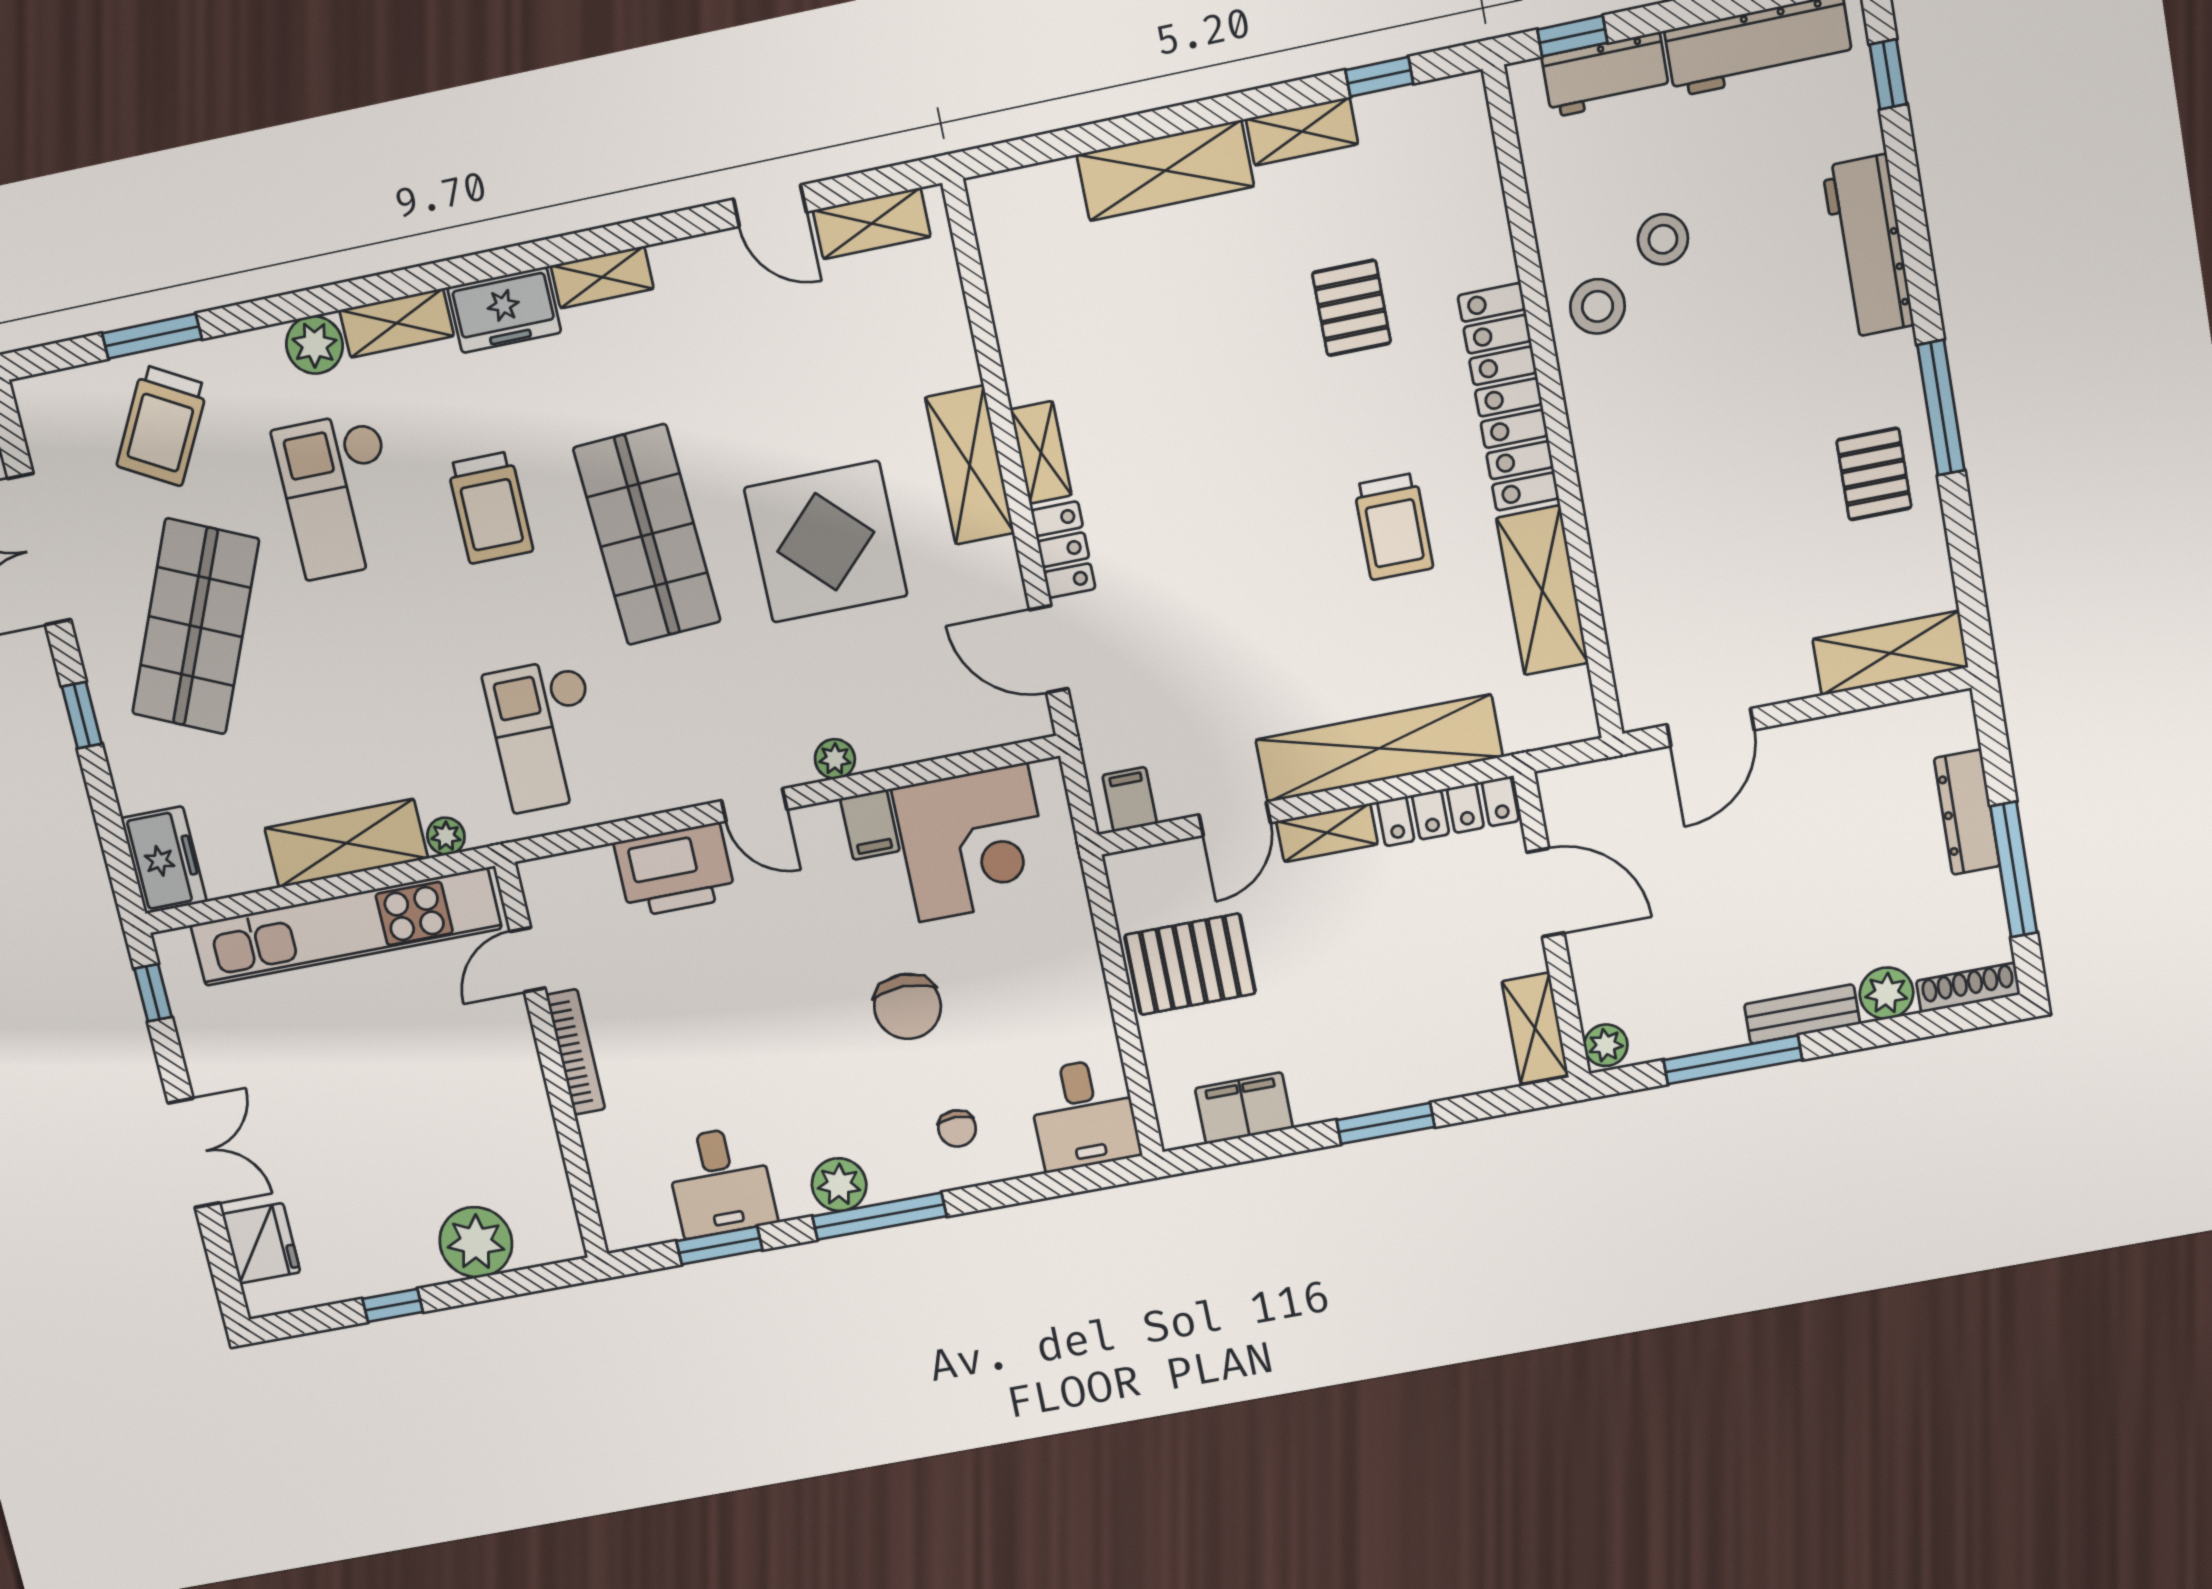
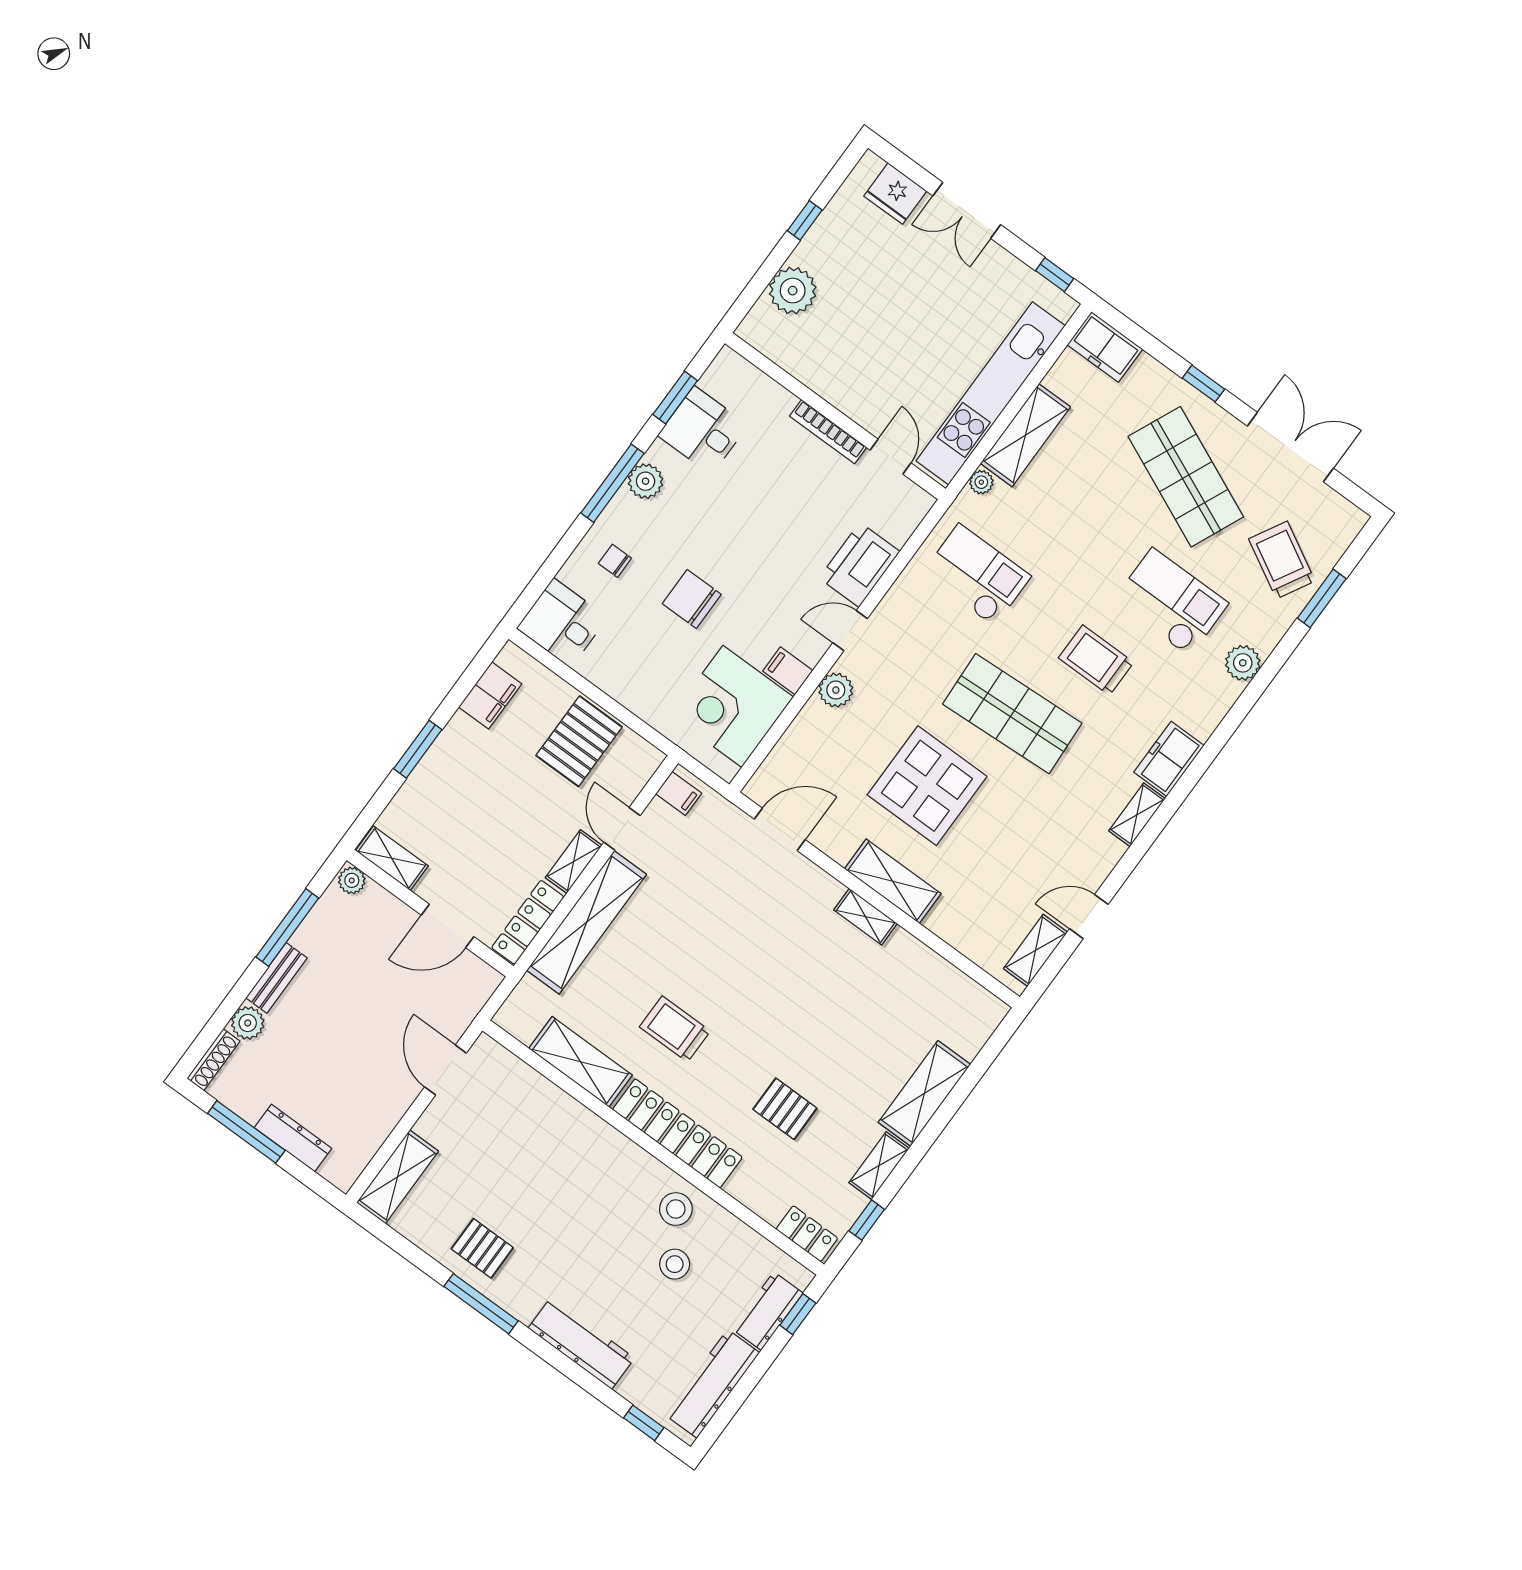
shelving: (397, 323) -> (1213, 708), removed
locker: (1063, 550) -> (807, 1234), moved, turned 180
plant: (835, 759) -> (836, 690), width x1.38, depth x1.38

